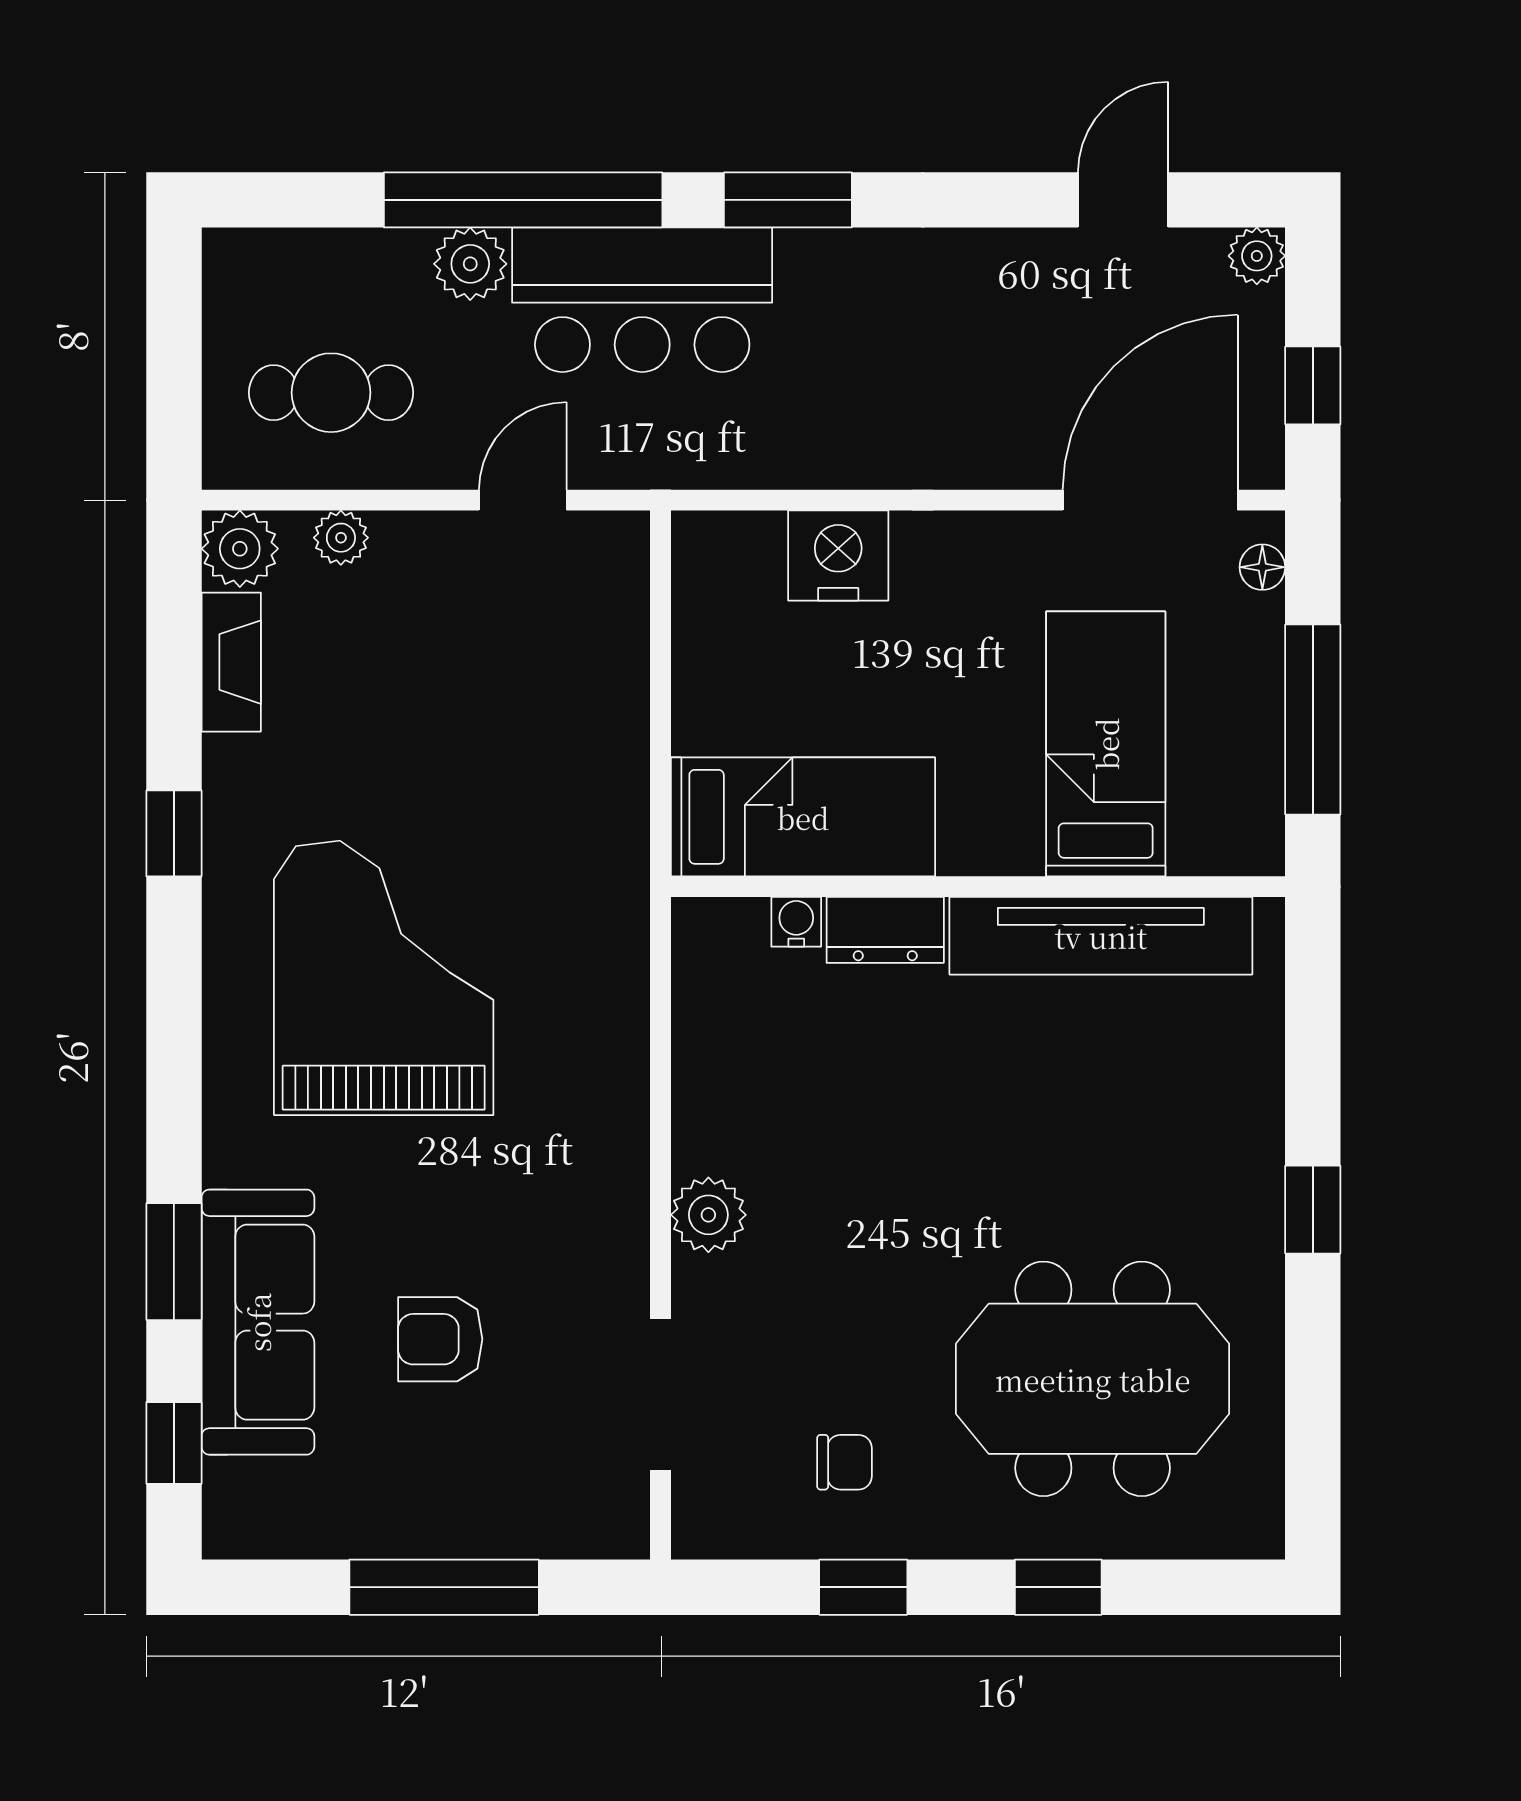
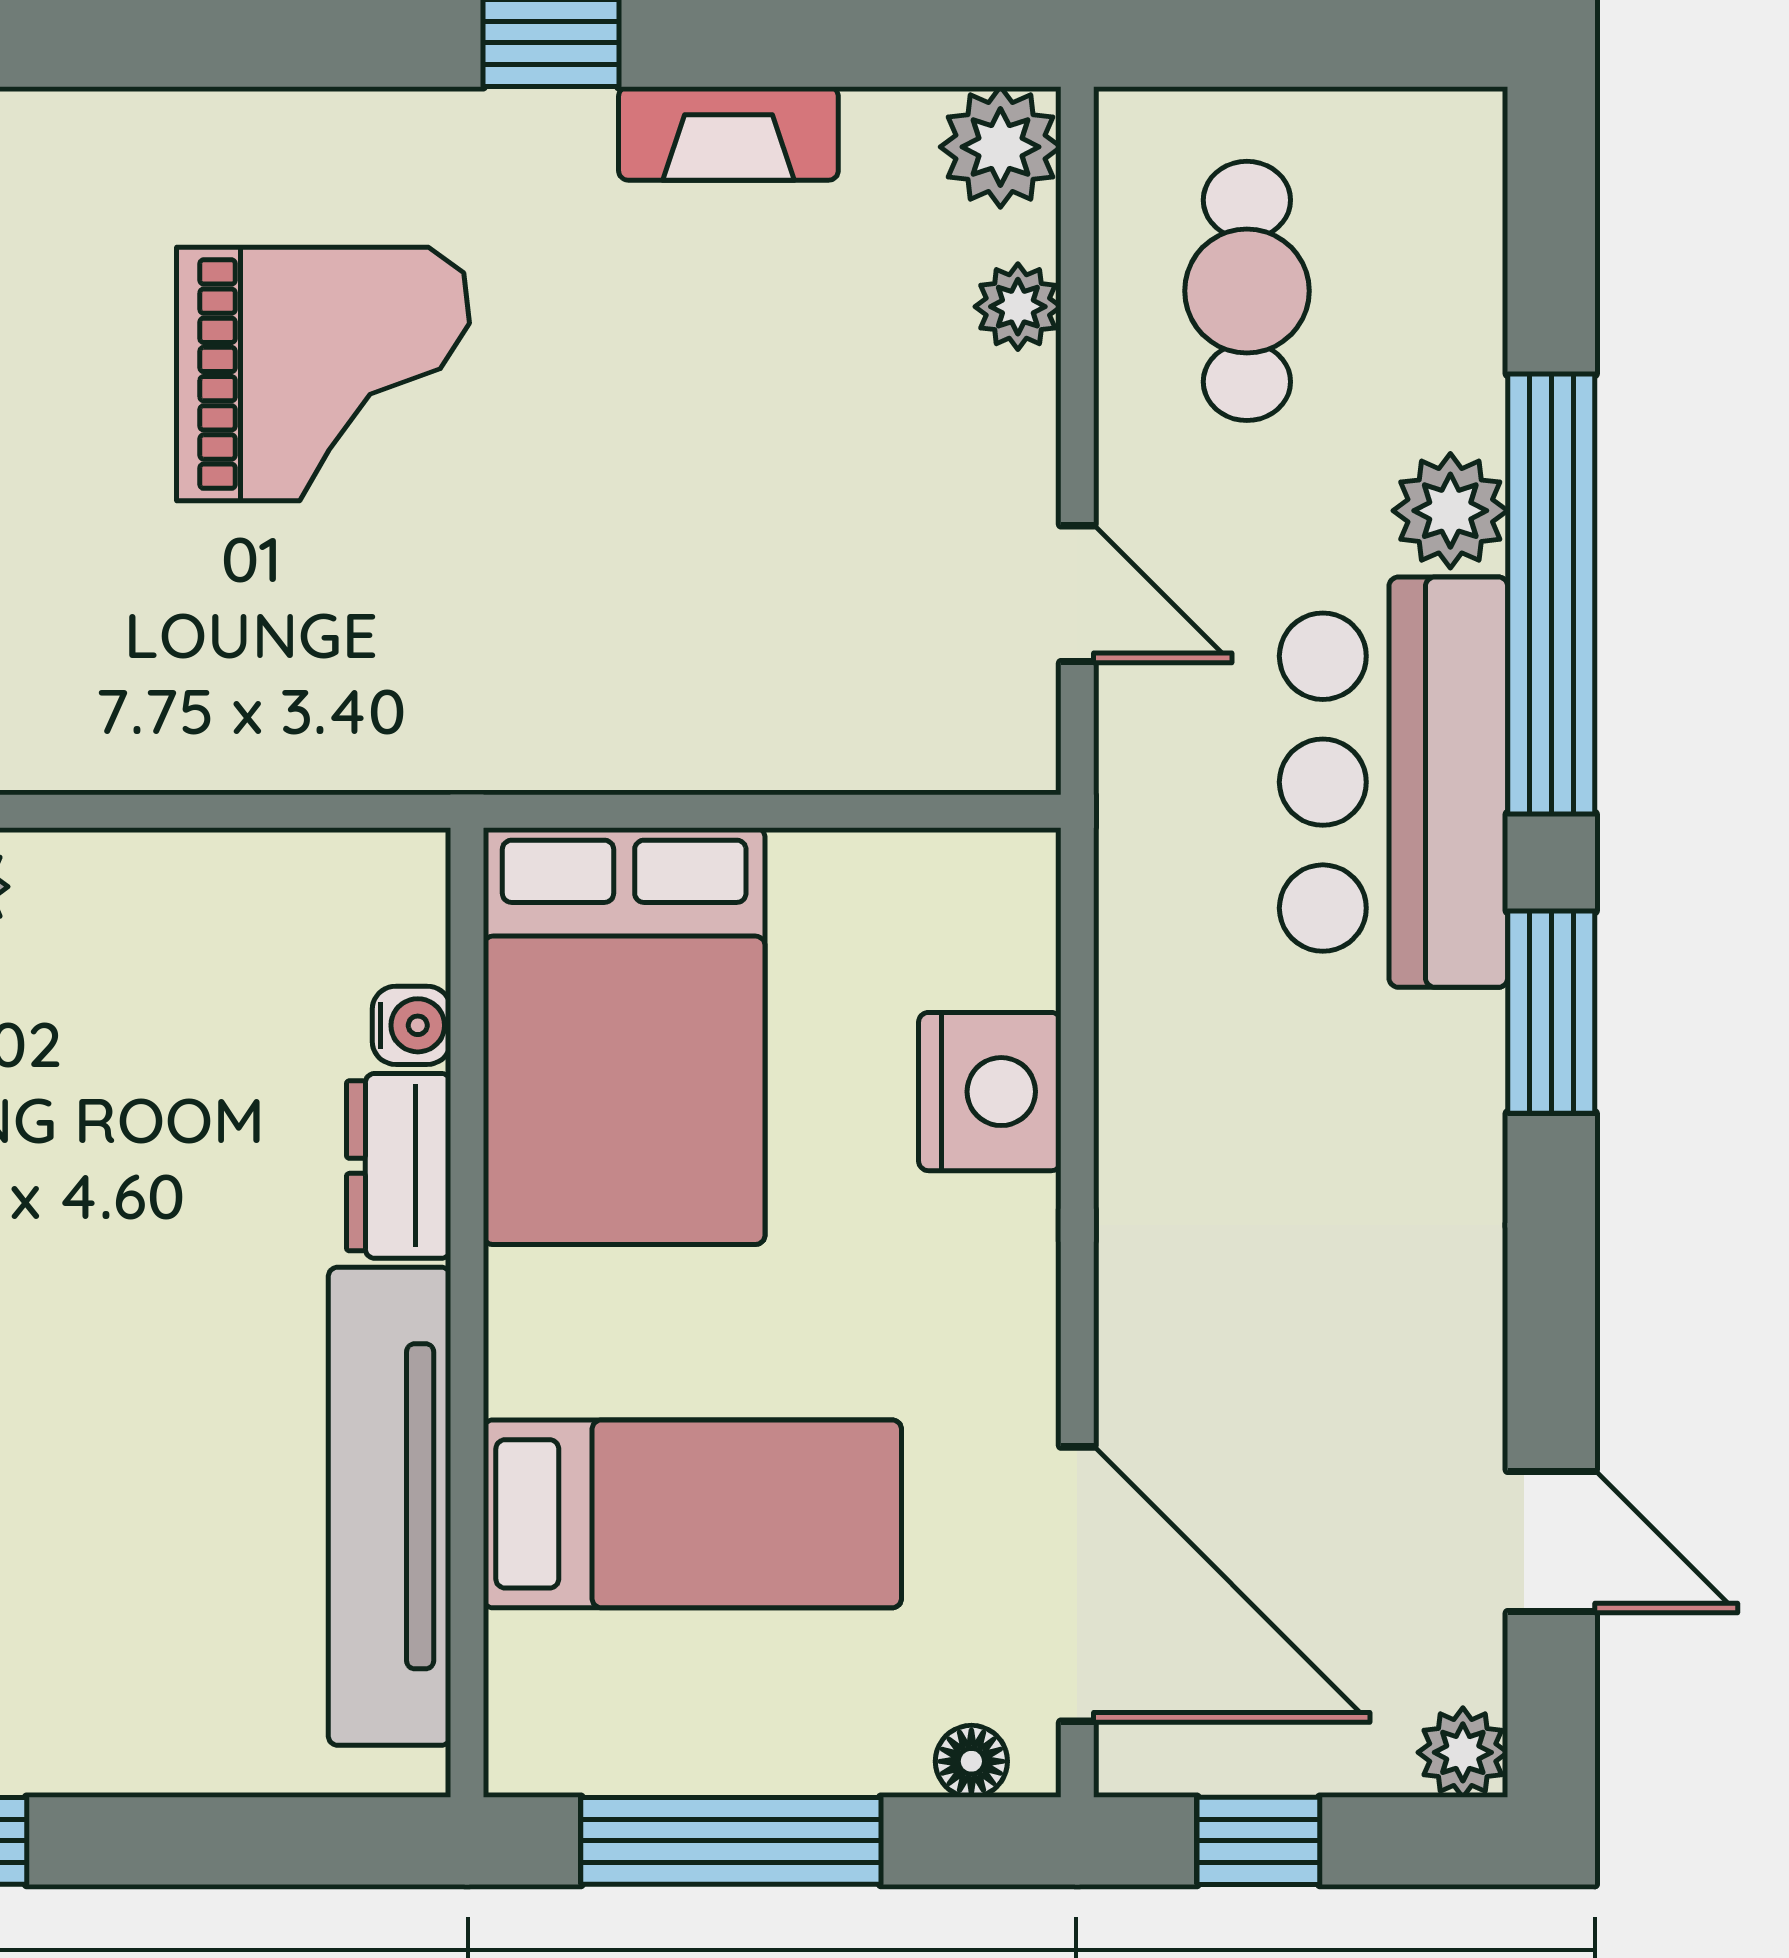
fireplace: (231, 662) -> (728, 133), moved
bed: (803, 817) -> (624, 1036), width x1.50
grand piano: (384, 978) -> (323, 374), width x0.73, depth x0.68

